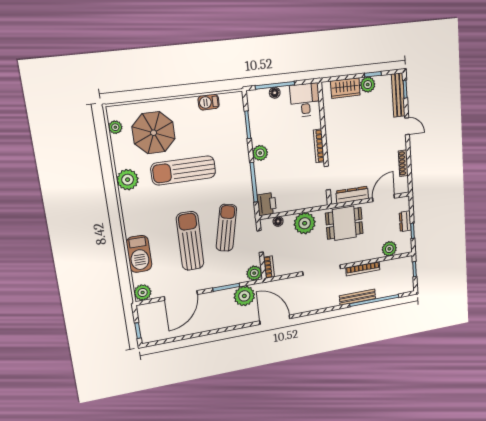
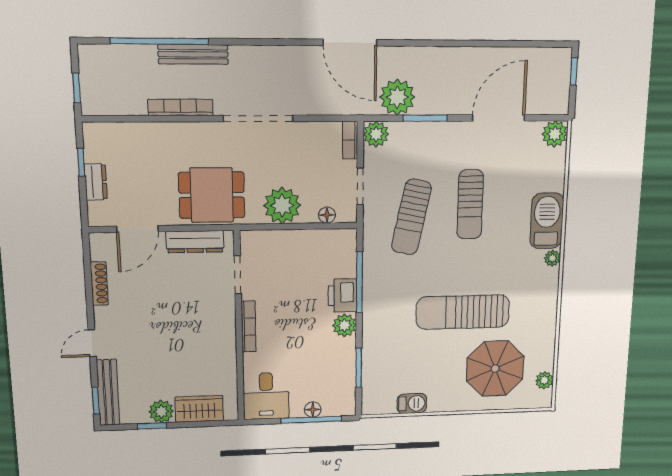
door: (407, 126) -> (92, 343), hinge flipped
sun lounger: (183, 170) -> (463, 312), turned 180
plant: (128, 180) -> (552, 258), moved, width x0.53, depth x0.53
printer: (267, 204) -> (342, 296), moved
sun lounger: (190, 241) -> (470, 204), width x0.73, depth x0.75
plant: (389, 249) -> (128, 136), removed
barbecue: (139, 254) -> (547, 221), moved

